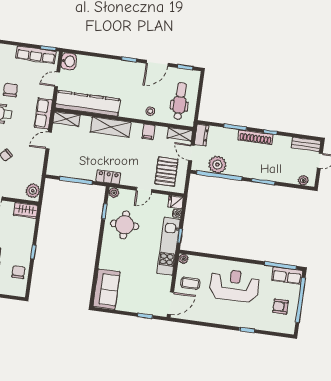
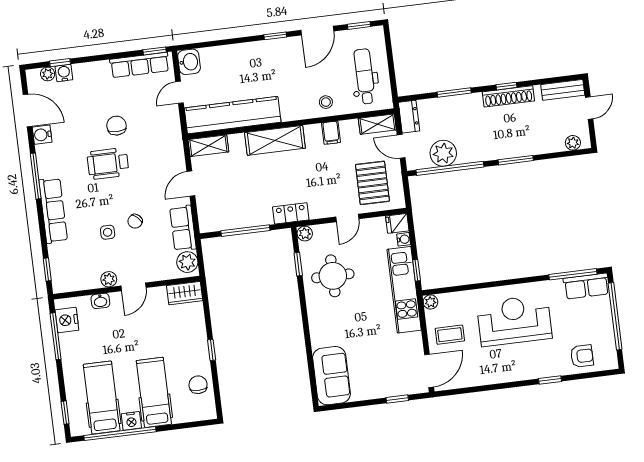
row of seats: (43, 114) -> (183, 228), moved
shoe rack: (256, 137) -> (508, 96), moved
armchair: (280, 306) -> (582, 356), moved, turned 180

